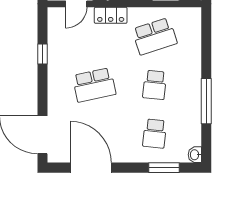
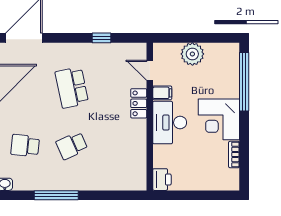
school desk: (155, 36) -> (118, 146), removed
school desk: (155, 85) -> (72, 146), turned -30

